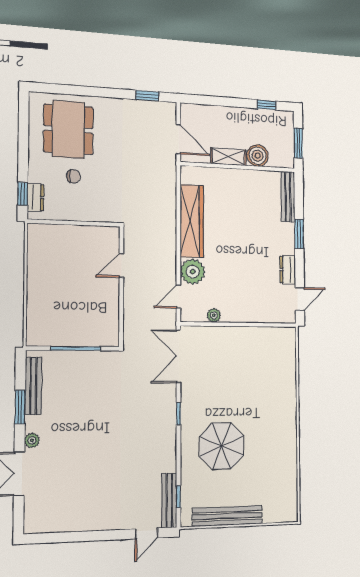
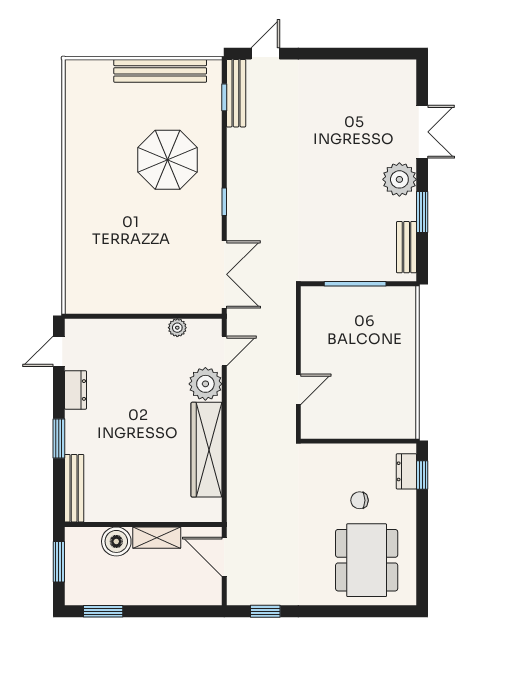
window: (267, 105) -> (103, 611), width x1.50
bench: (33, 386) -> (407, 247), width x0.73
plant: (32, 440) -> (399, 179), width x1.87, depth x1.87

